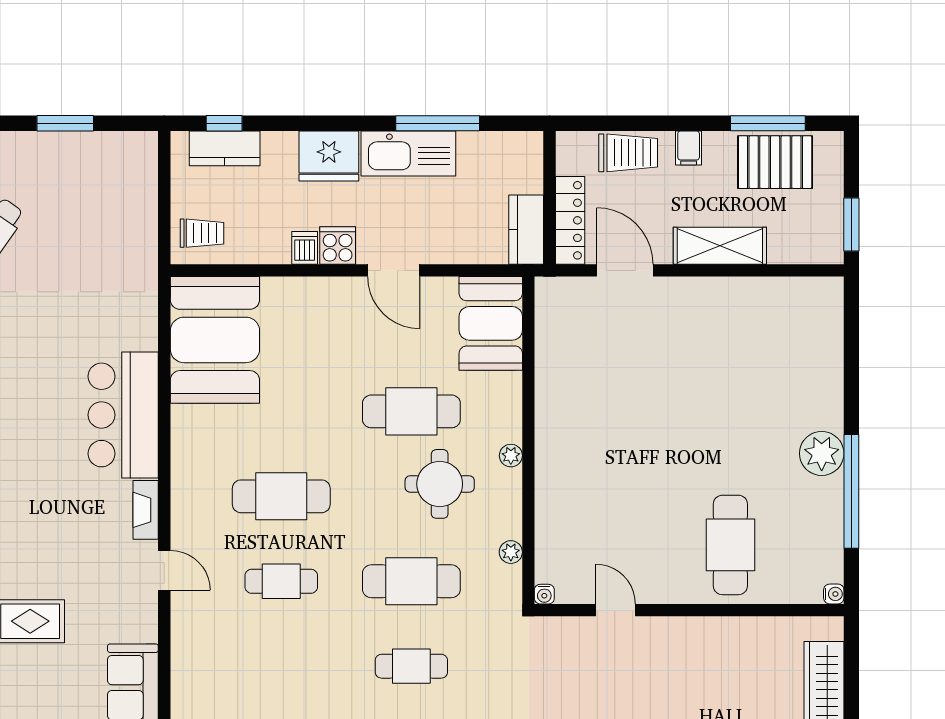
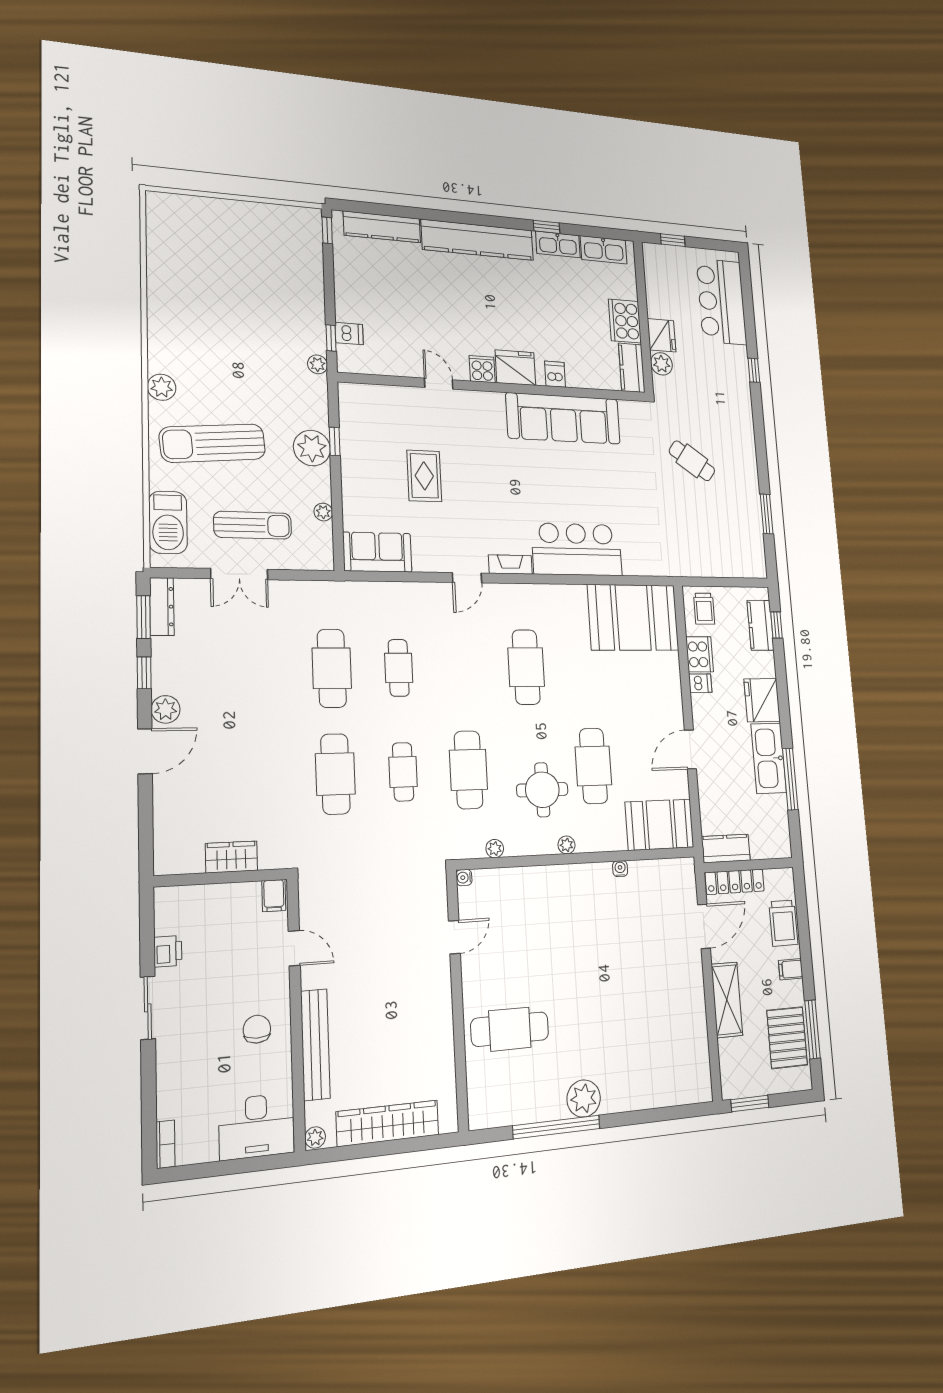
cooker: (338, 245) -> (700, 654), moved, width x1.36
cafe table: (281, 581) -> (399, 668), moved
water cooler: (834, 594) -> (620, 869), moved, turned 180

